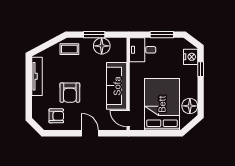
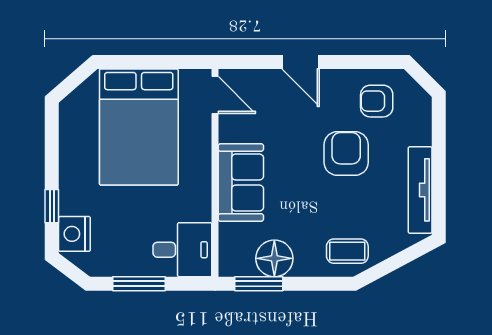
window: (94, 35) -> (259, 284), moved
sofa: (117, 86) -> (241, 183), width x0.73
floor lamp: (190, 106) -> (76, 123), removed

